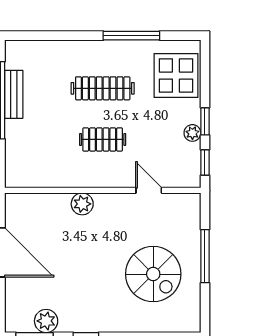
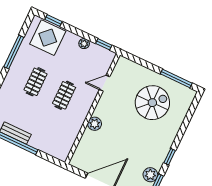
clothes rail: (103, 88) -> (36, 82), width x0.73
window: (205, 121) -> (53, 21), moved
window: (205, 256) -> (176, 79), moved

